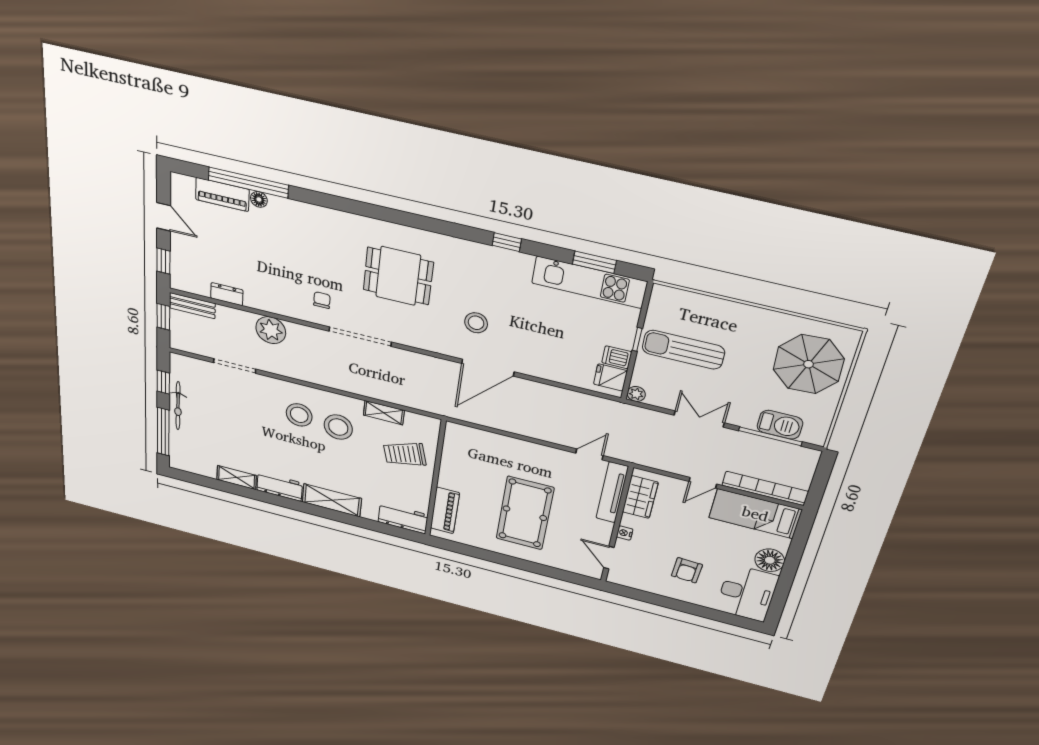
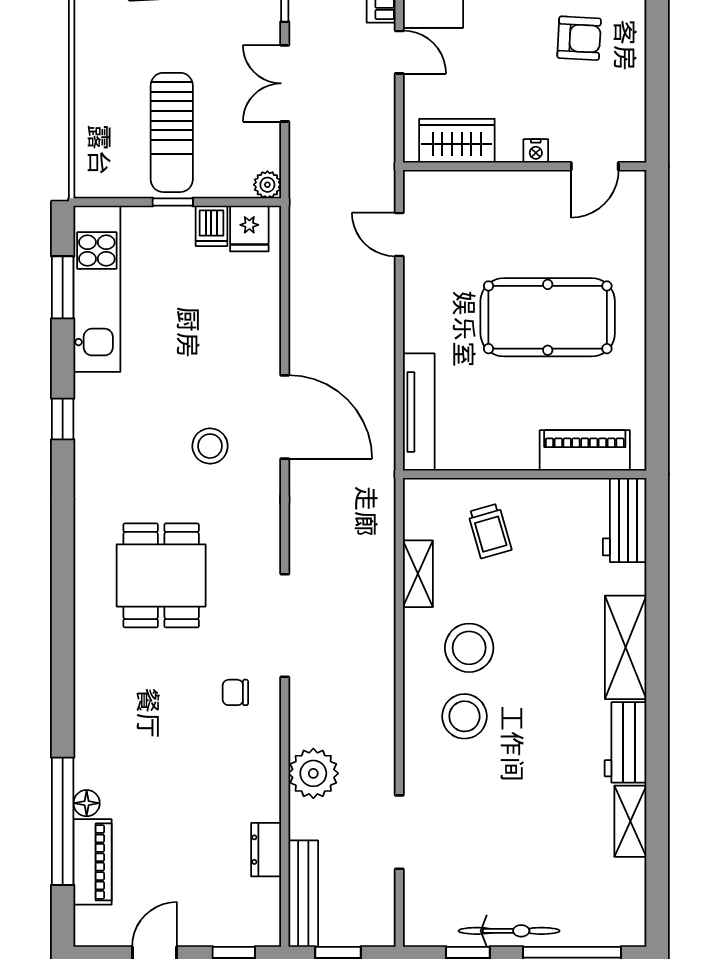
bench: (192, 306) -> (303, 894), width x1.36
trolley: (405, 454) -> (490, 531), width x0.73, depth x0.72
tv unit: (612, 492) -> (419, 412), moved, turned -90

